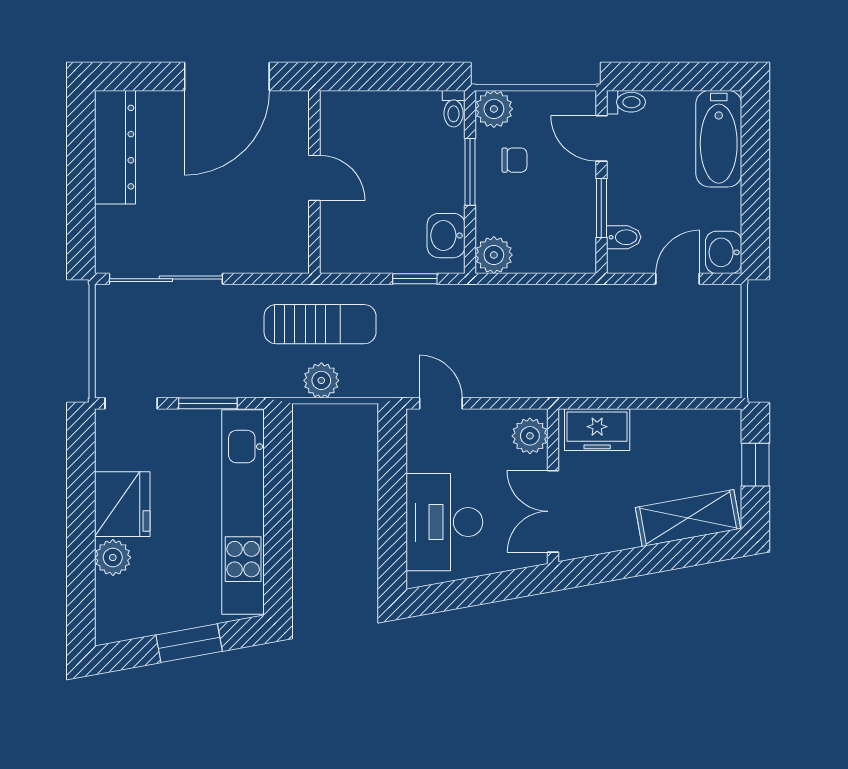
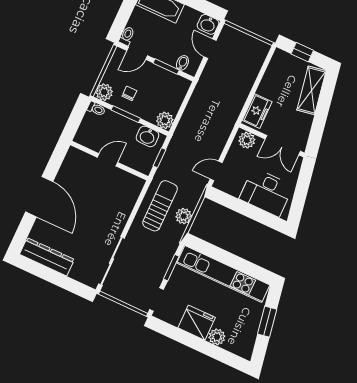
door: (314, 178) -> (108, 160), moved
wall: (314, 182) -> (109, 161), moved

